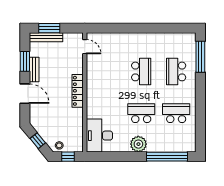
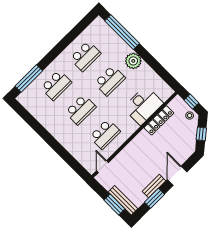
school desk: (106, 71) -> (105, 134), added
school desk: (141, 71) -> (80, 110), turned 180
locker: (78, 91) -> (159, 120), moved
school desk: (141, 113) -> (110, 81), turned -90
school desk: (176, 113) -> (85, 56), turned -90
desk: (99, 136) -> (143, 105), moved

